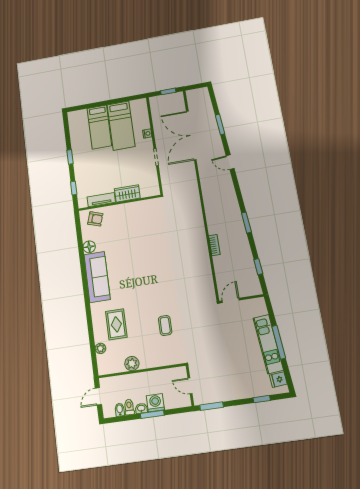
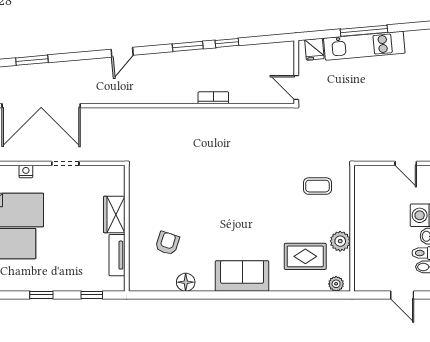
door: (230, 162) -> (122, 52), moved
armchair: (95, 219) -> (167, 243), moved
window: (258, 267) -> (227, 43), moved
sofa: (97, 277) -> (242, 276), width x0.73
plant: (132, 364) -> (340, 241), moved
wall: (142, 371) -> (352, 228), moved
fridge: (278, 380) -> (314, 49), moved
door: (190, 386) -> (406, 163), hinge flipped

